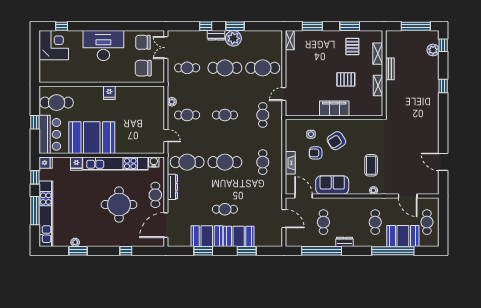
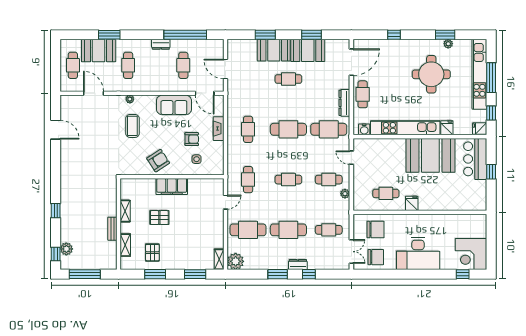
plant: (233, 38) -> (236, 261), moved
cafe table: (57, 103) -> (386, 193), moved, width x0.73, depth x0.74
armchair: (336, 141) -> (158, 161), moved
round table: (119, 205) -> (431, 74), moved
window: (393, 251) -> (109, 35), width x0.47

